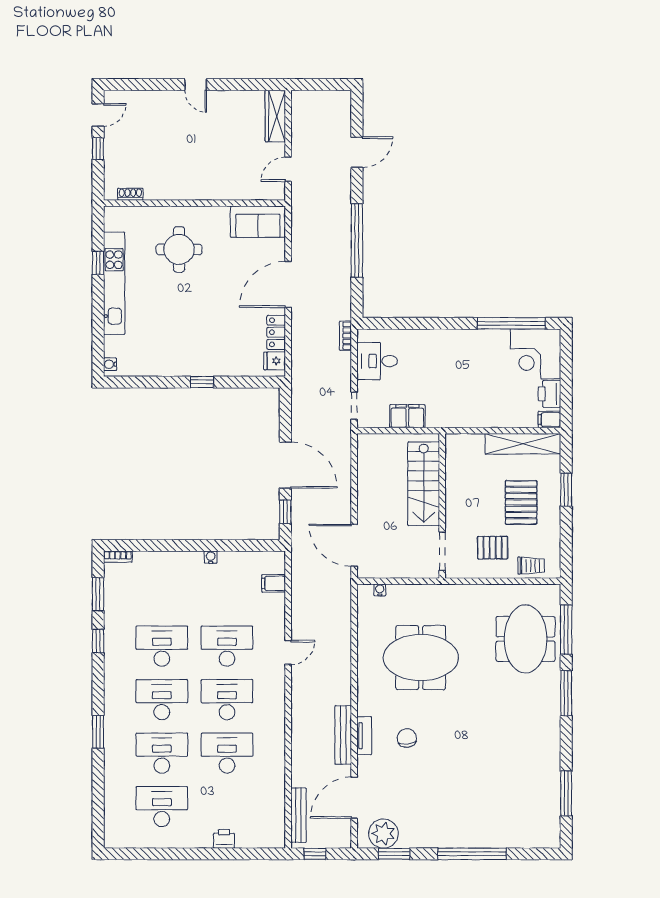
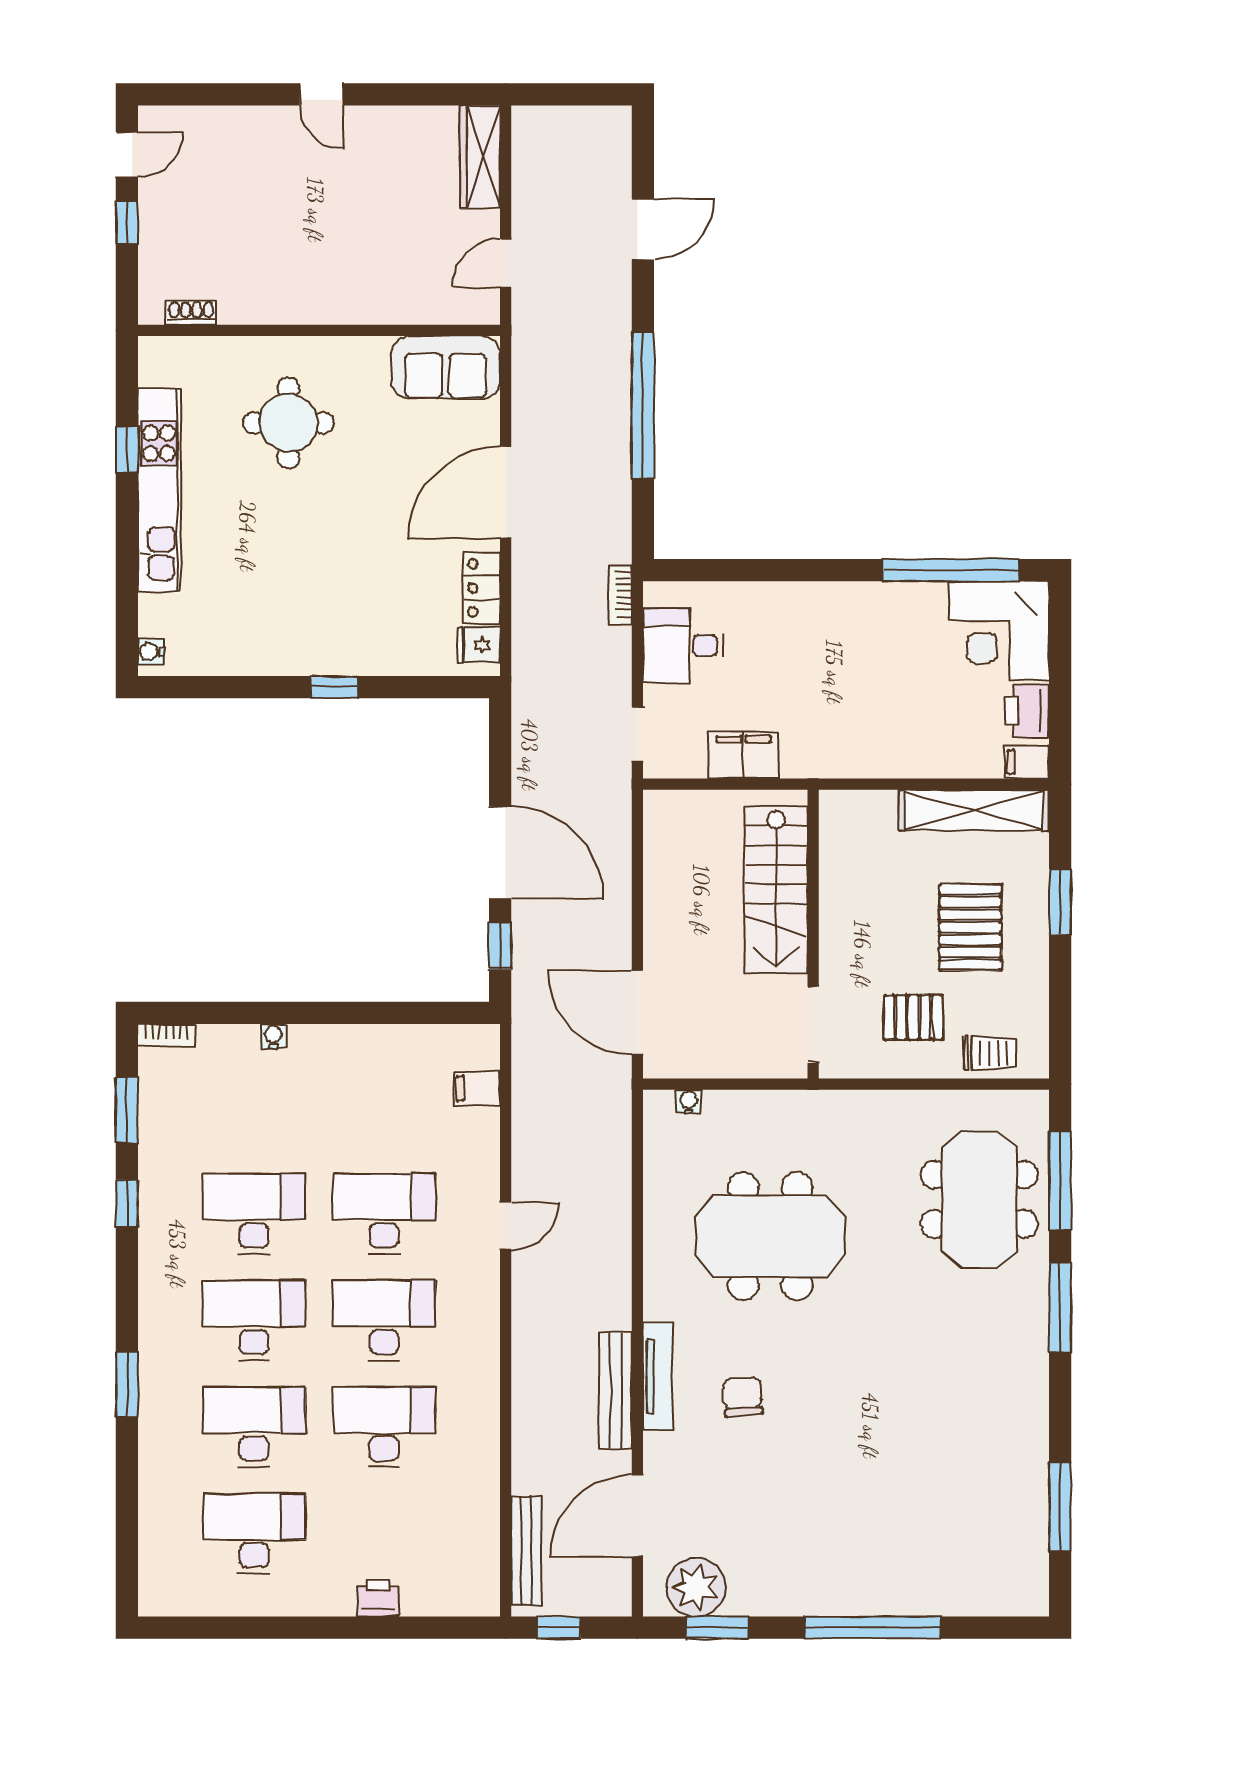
water cooler: (211, 557) -> (273, 1036), moved
tv unit: (364, 736) -> (658, 1376), width x1.41

